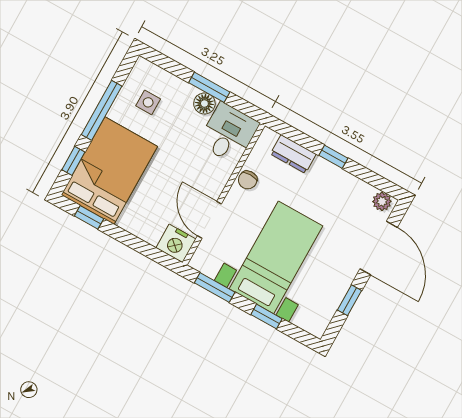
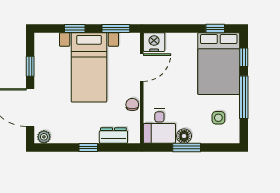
door: (209, 220) -> (142, 68), hinge flipped

